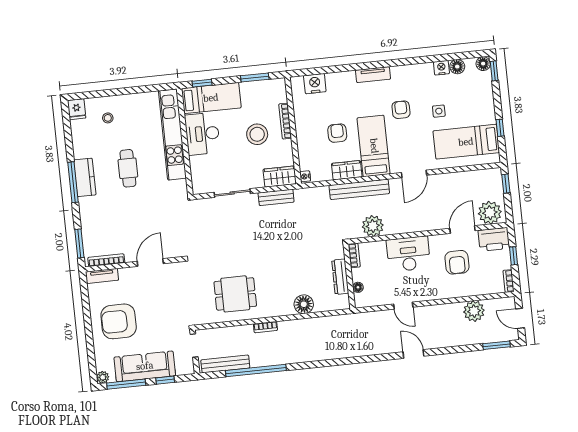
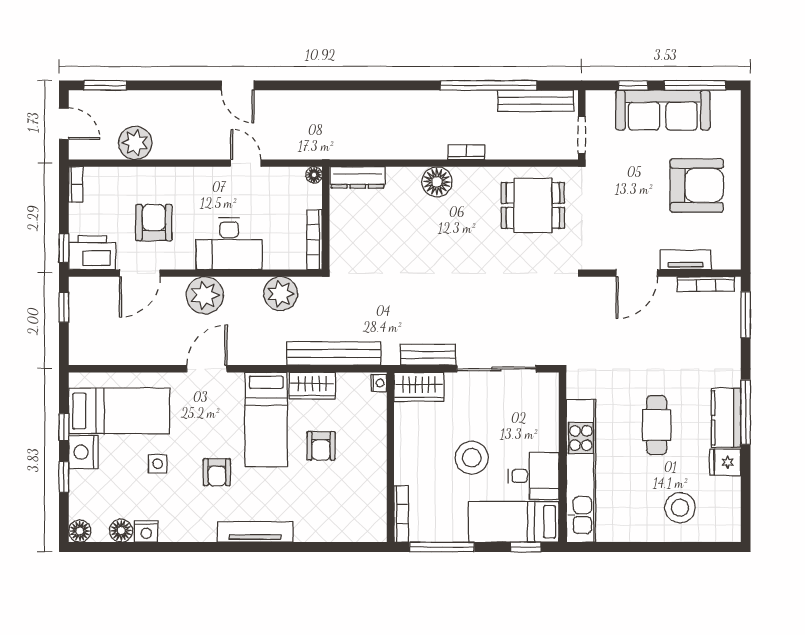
window: (494, 71) -> (64, 477), moved
tv unit: (373, 75) -> (255, 532), width x1.41
window: (255, 78) -> (442, 547), width x1.44
nightstand: (315, 84) -> (83, 452), moved, turned 90
fridge: (77, 109) -> (725, 462), moved, turned -90
stool: (108, 118) -> (680, 508), width x1.89, depth x1.89
bookcase: (285, 121) -> (401, 514), moved
desk: (202, 134) -> (534, 476), width x0.73
stool: (257, 134) -> (472, 458), moved
window: (506, 184) -> (64, 307), moved
bench: (359, 189) -> (334, 354), moved
sliding door: (232, 193) -> (496, 369), width x1.37
plant: (490, 213) -> (205, 295), moved
bookcase: (354, 255) -> (315, 240), width x1.56
window: (513, 256) -> (64, 248), moved
tv unit: (102, 276) -> (686, 260), moved
dresser: (340, 277) -> (358, 177), moved, turned 90
floor lamp: (358, 287) -> (314, 175), moved
dining table: (235, 294) -> (533, 205), moved
floor lamp: (304, 304) -> (437, 182), moved
plant: (103, 377) -> (731, 100), removed

